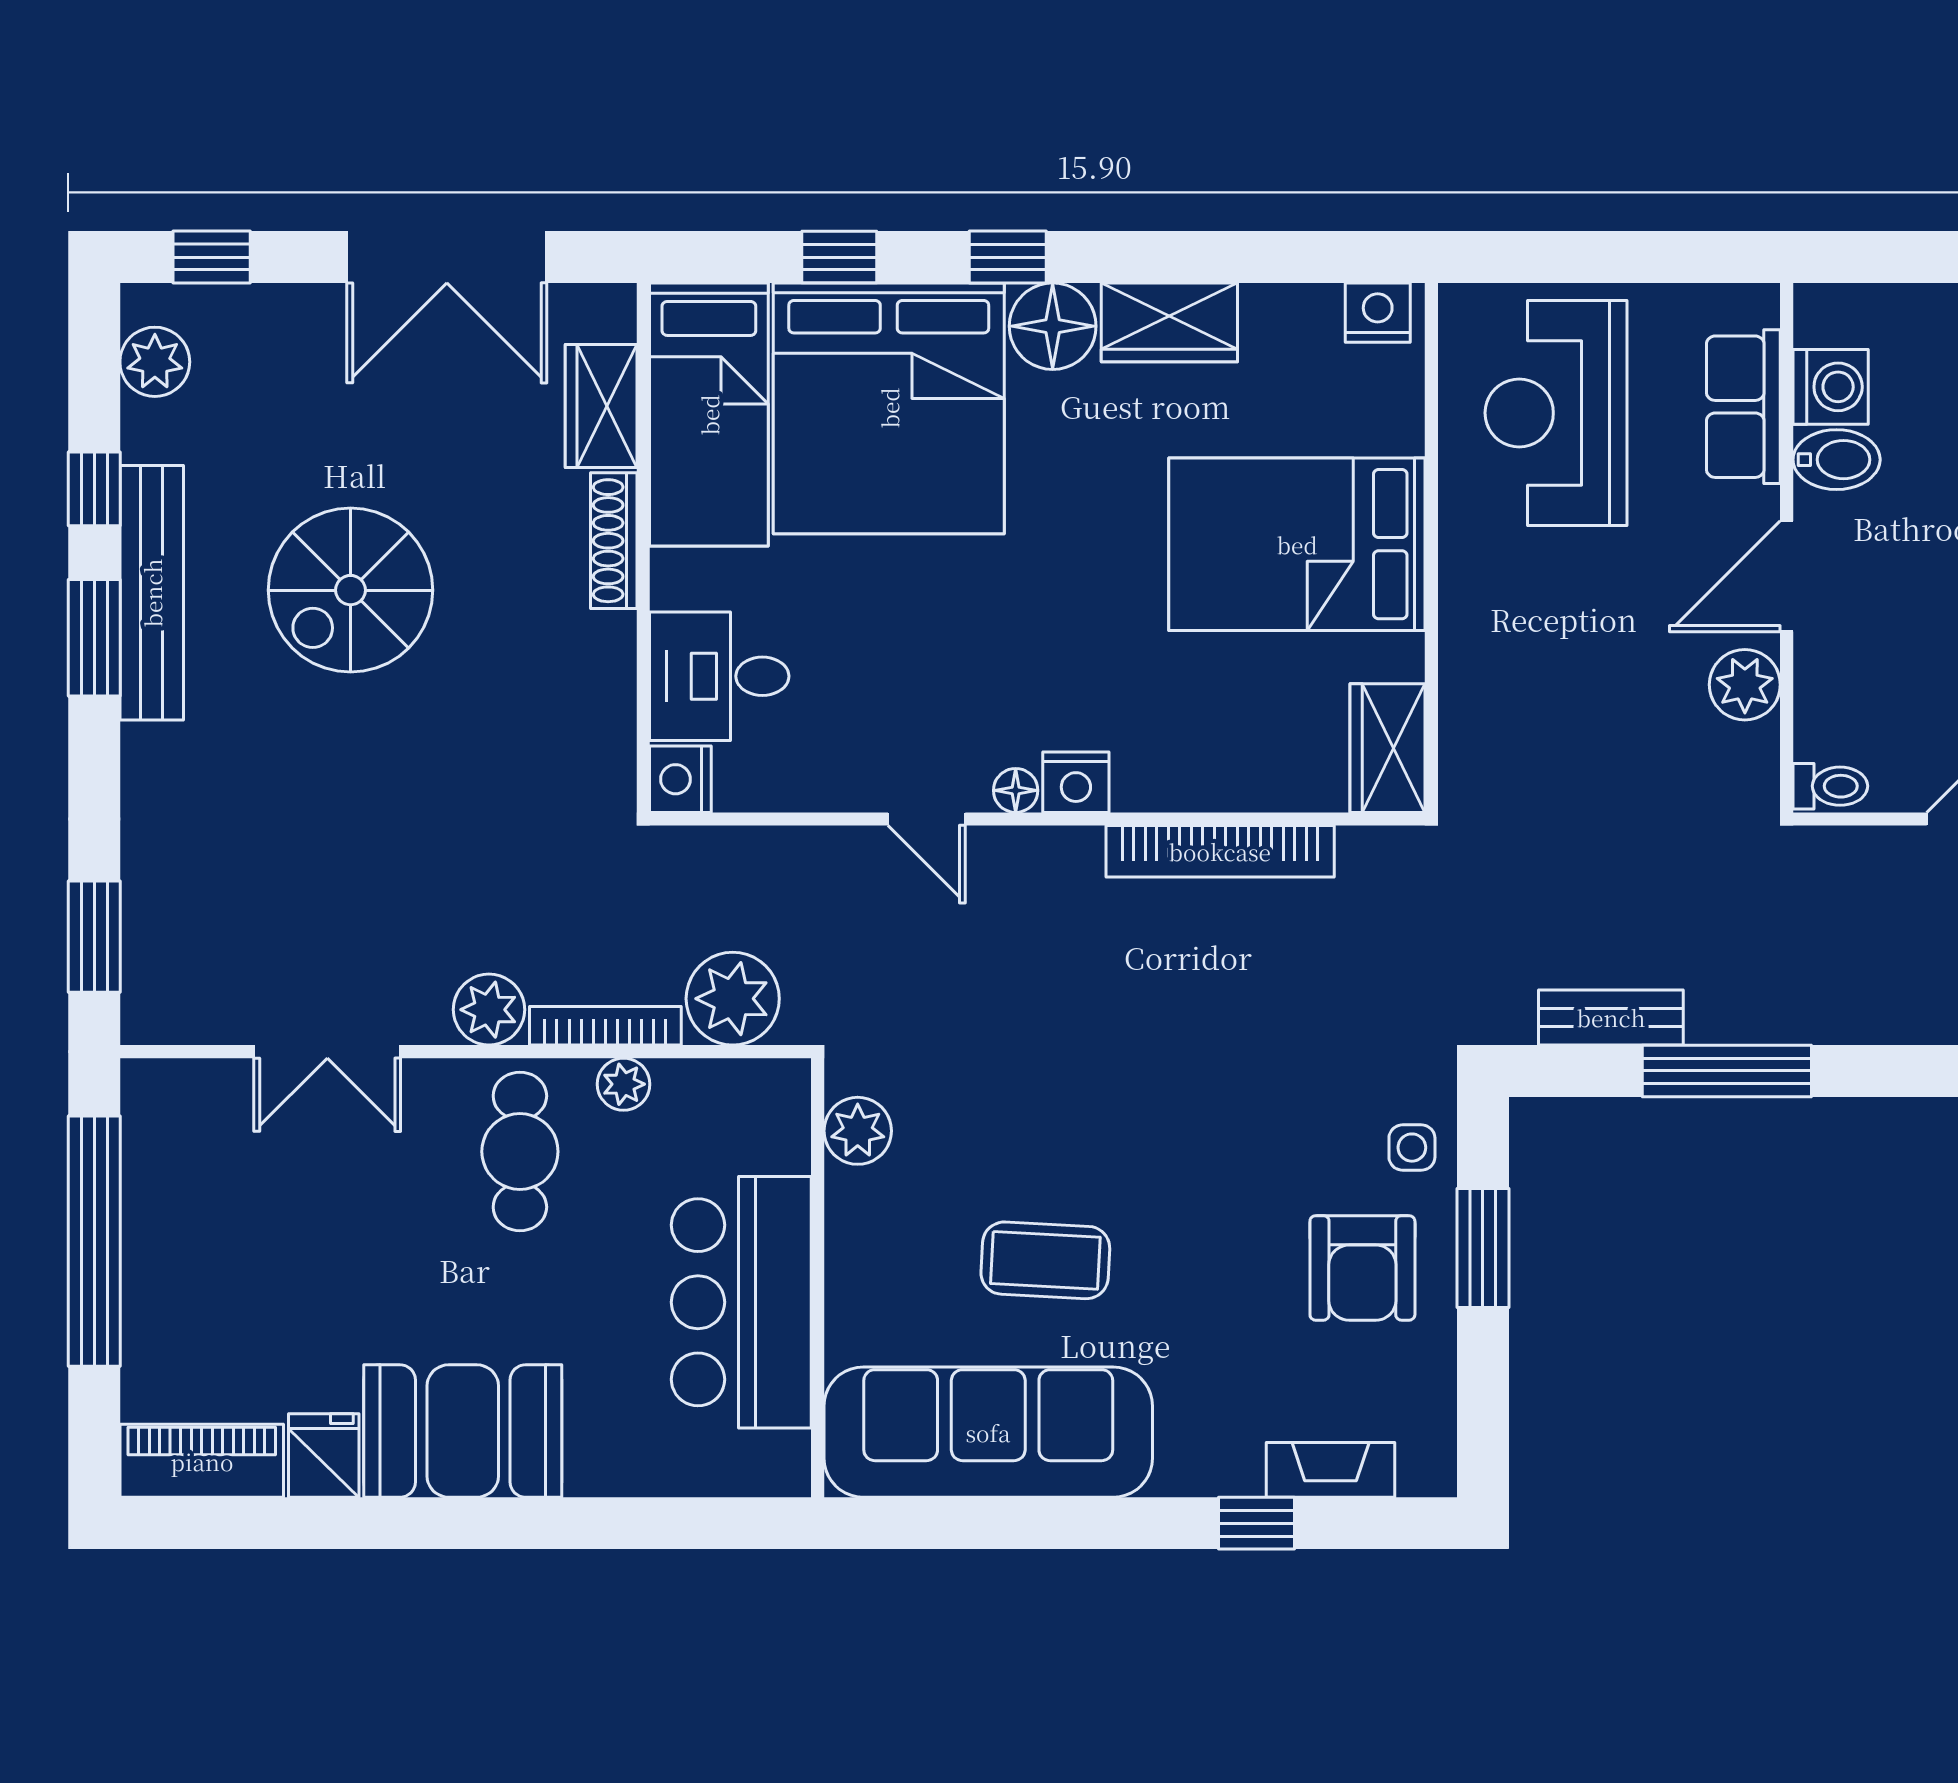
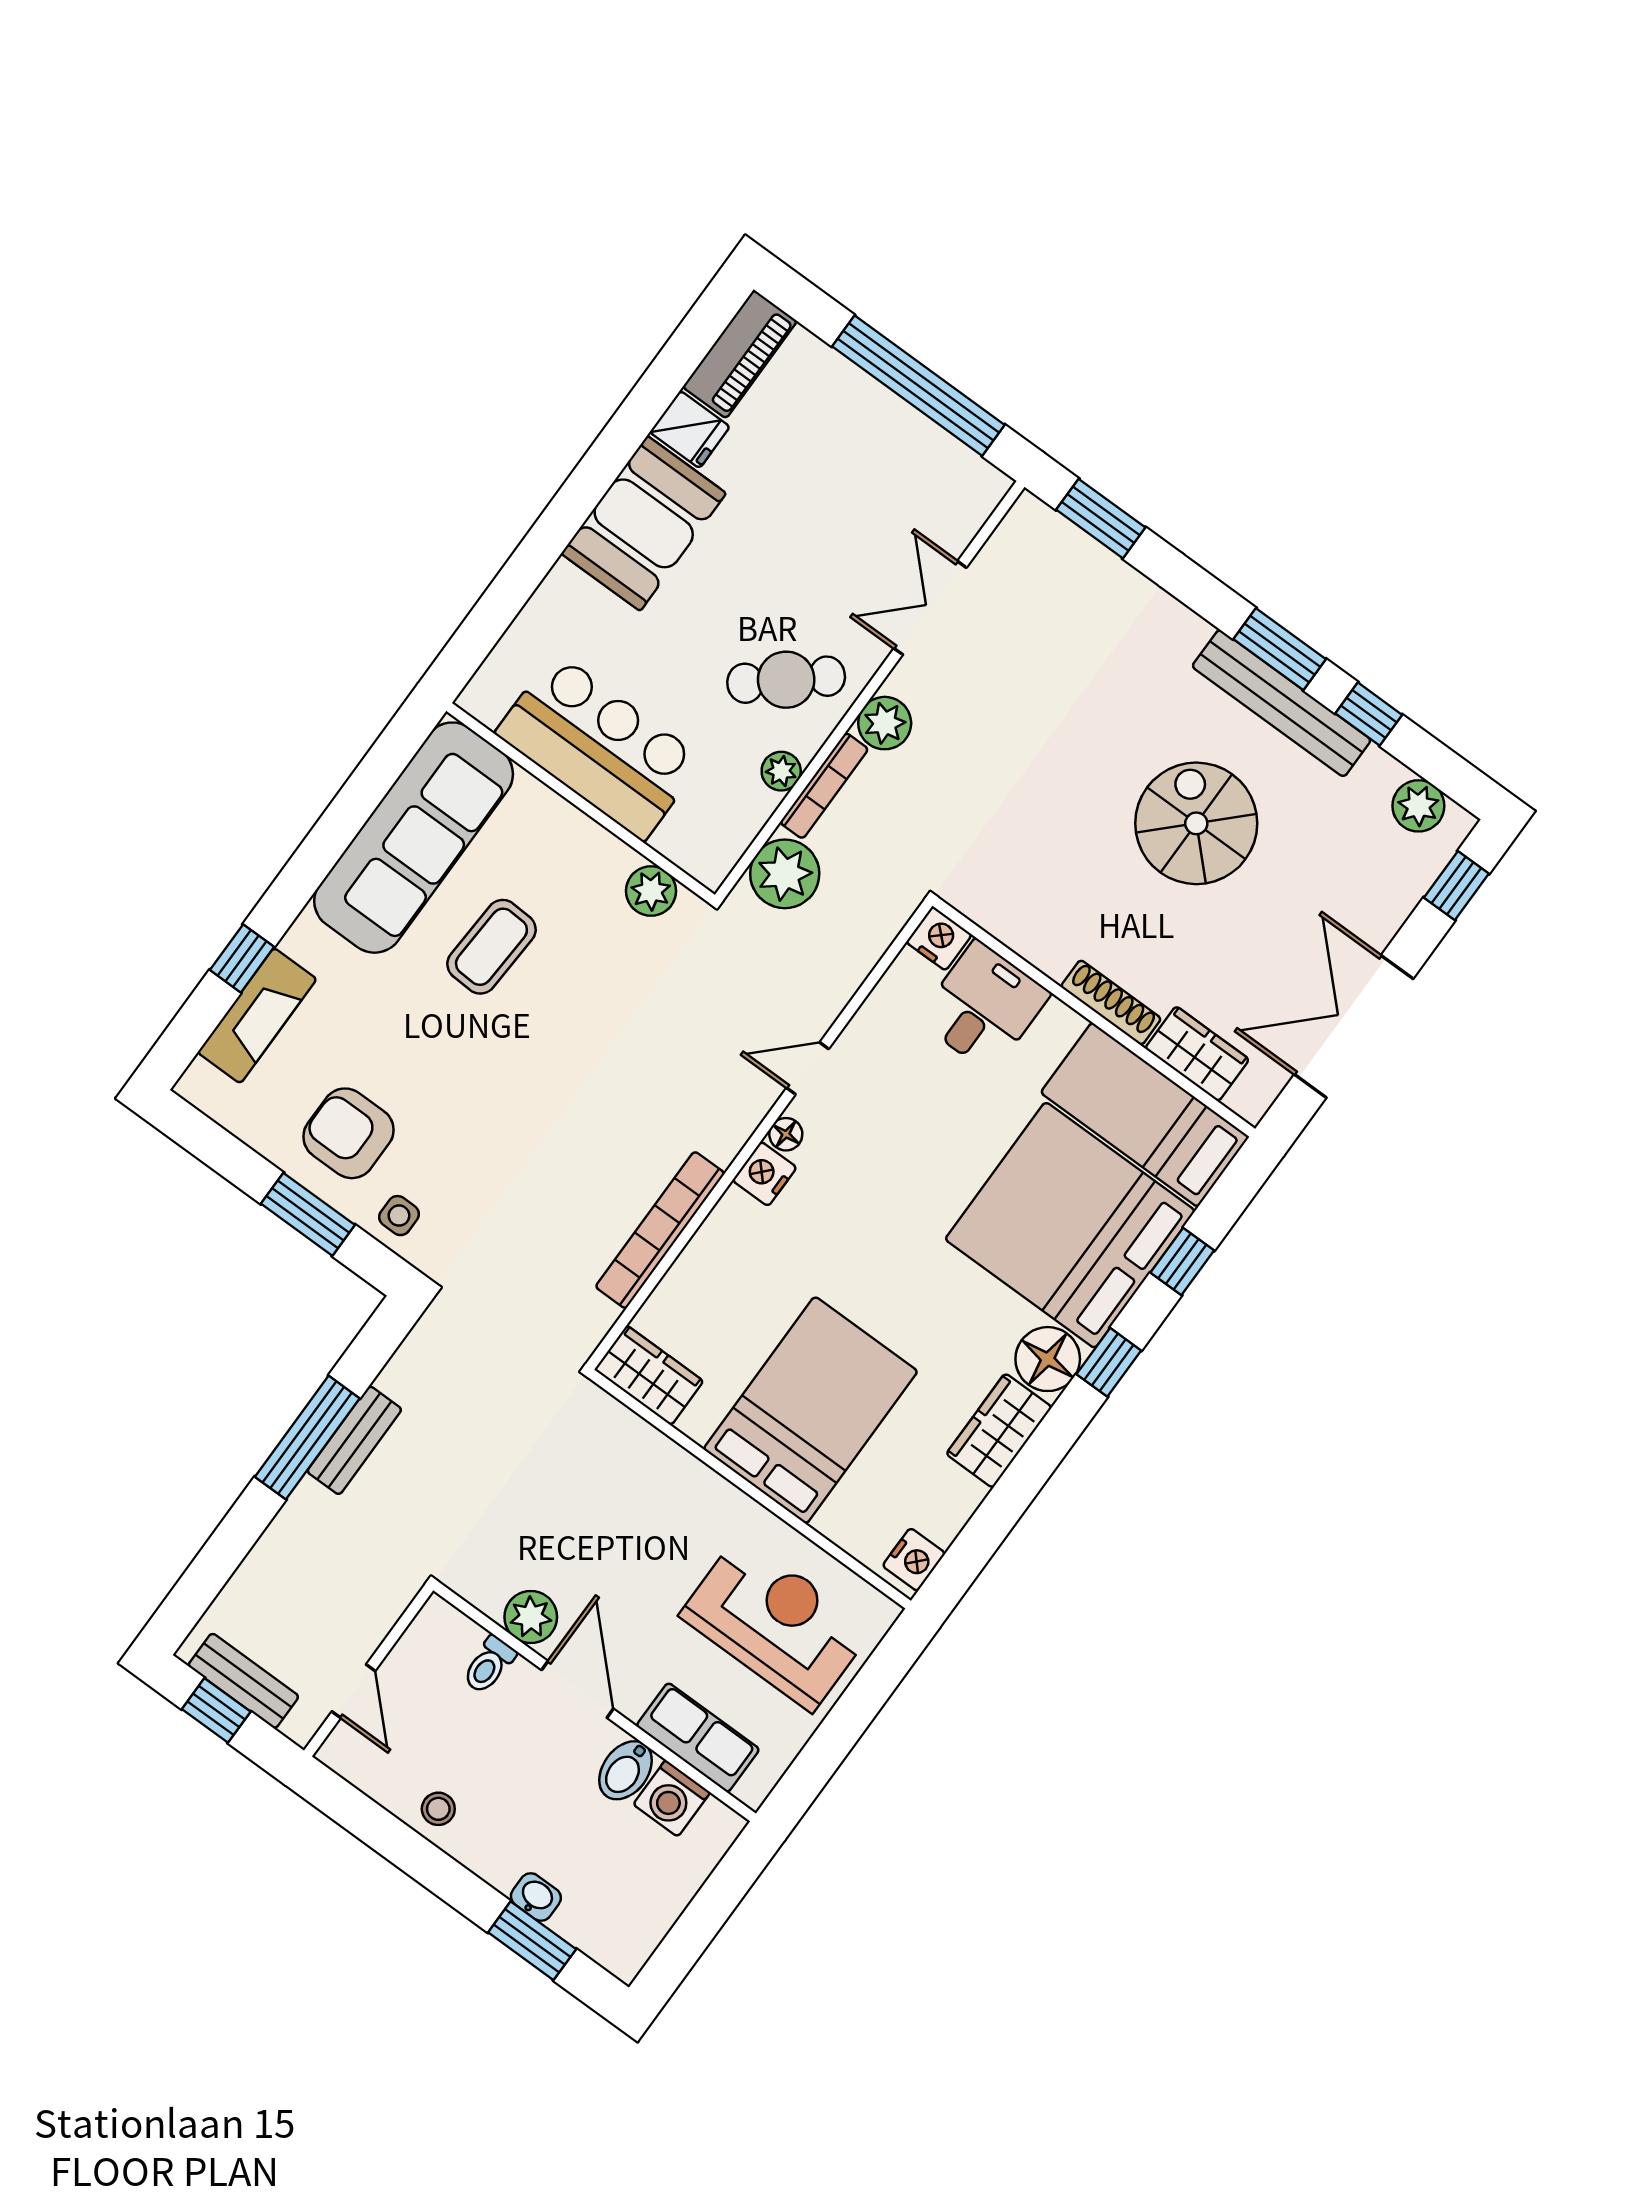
toilet: (1830, 786) -> (489, 1665), moved
bench: (1611, 1017) -> (354, 1440), moved
cafe table: (520, 1152) -> (786, 680), turned -41
fireplace: (1331, 1470) -> (257, 1016), width x1.37, depth x1.32

